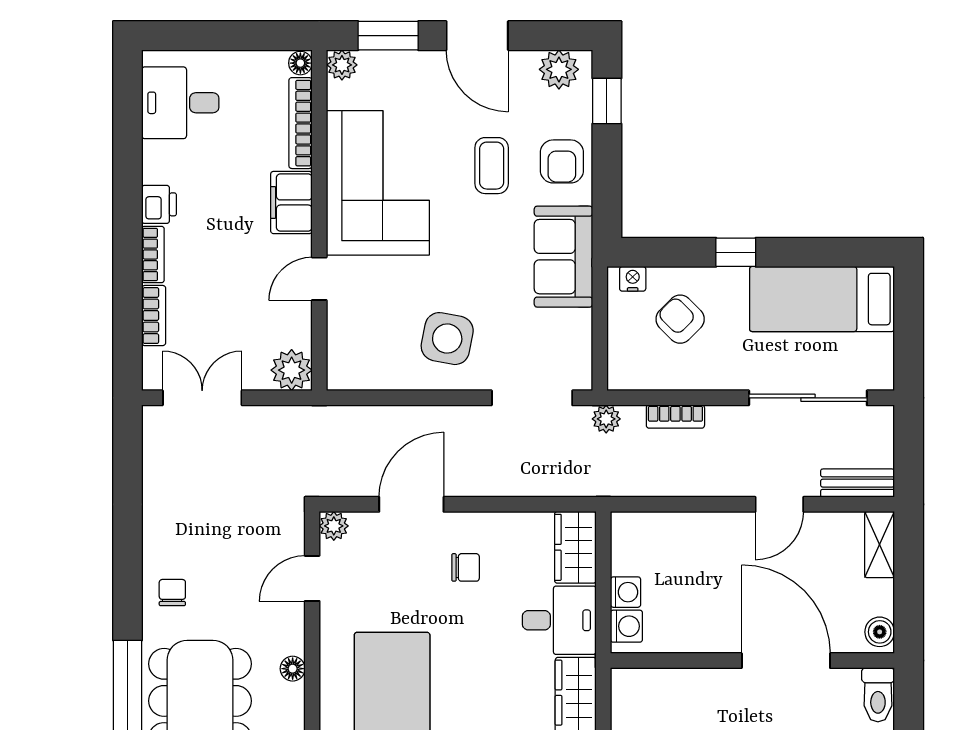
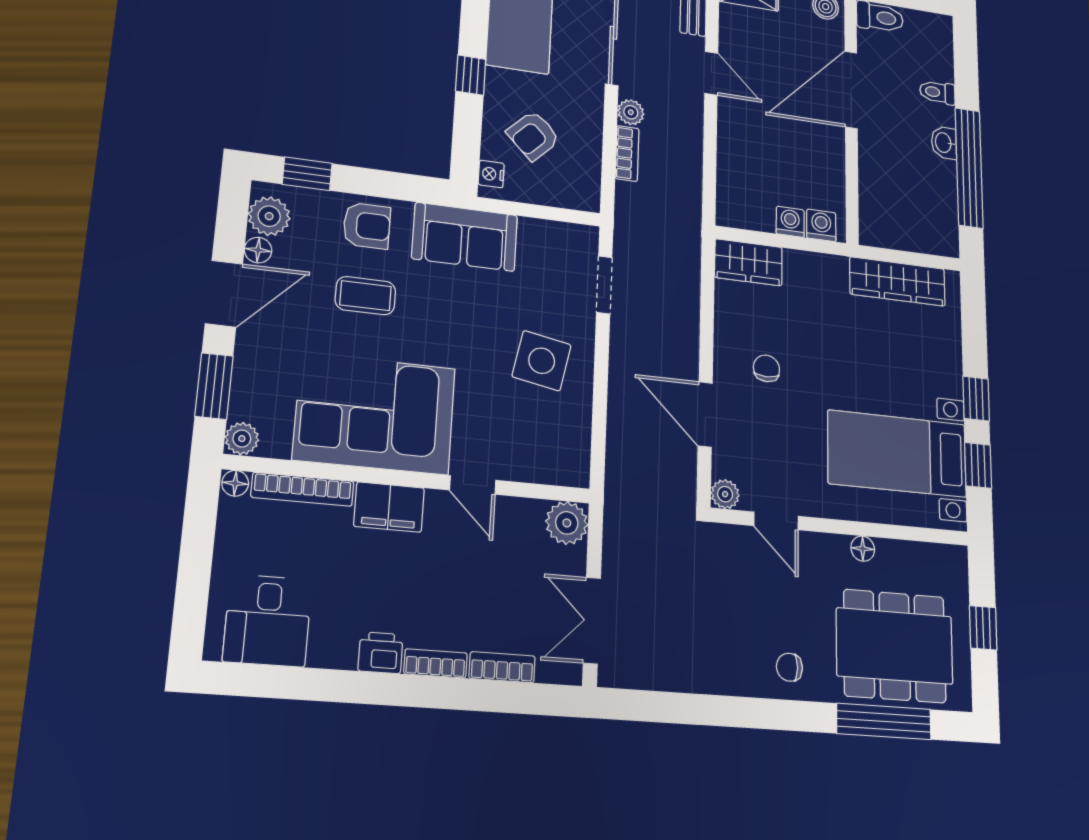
floor lamp: (524, 62) -> (258, 250), added
doorway: (532, 398) -> (604, 285), width x0.73
plant: (606, 419) -> (631, 112), moved
desk: (559, 620) -> (816, 286), removed

